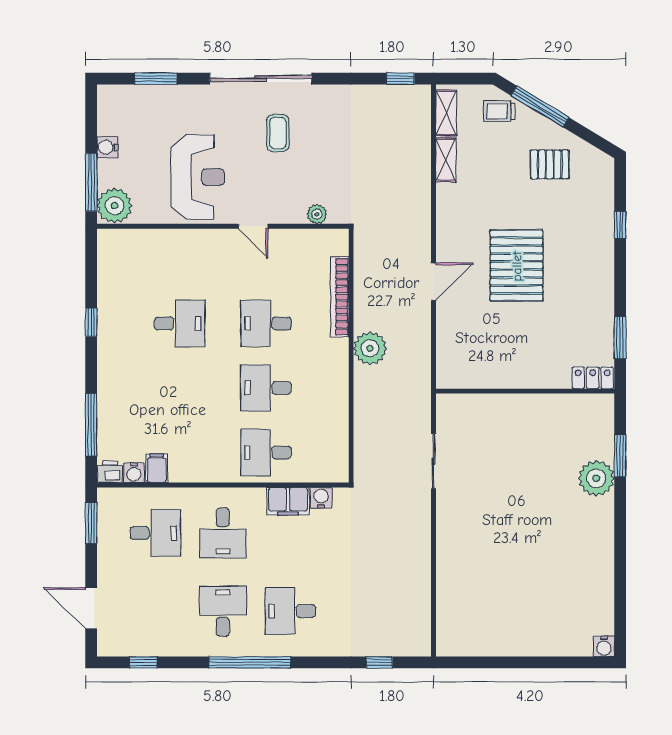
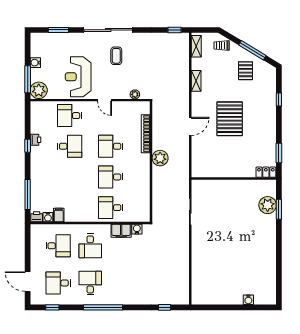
window: (540, 106) -> (252, 50), moved
shelving: (446, 160) -> (196, 81), moved
pallet: (550, 164) -> (245, 71), turned 90
reception desk: (198, 177) -> (78, 77), turned 180
desk: (180, 259) -> (70, 116), added
printer: (108, 310) -> (35, 140), added
plant: (596, 478) -> (268, 205), moved
window: (91, 523) -> (28, 241), removed
desk: (290, 611) -> (58, 283), moved
water cooler: (604, 646) -> (248, 300), moved

